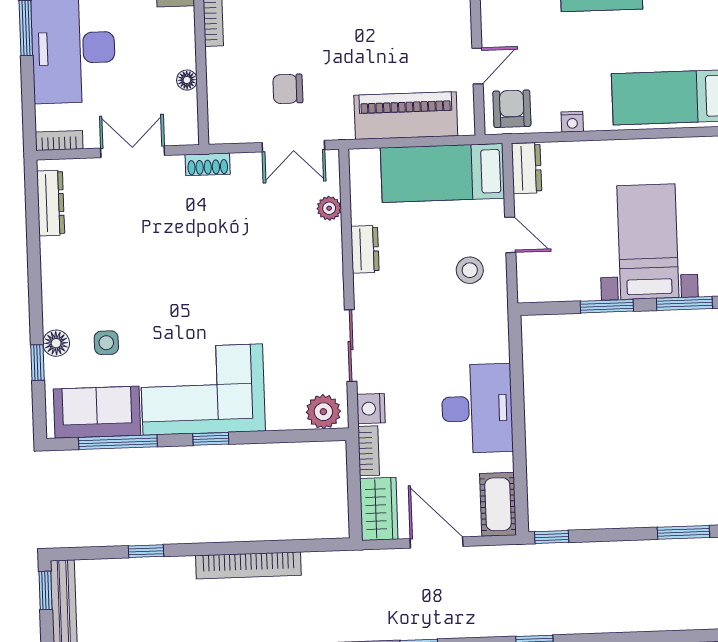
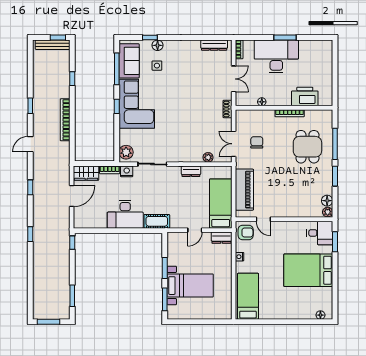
stool: (470, 270) -> (181, 213), removed
cot: (498, 504) -> (157, 221), moved

